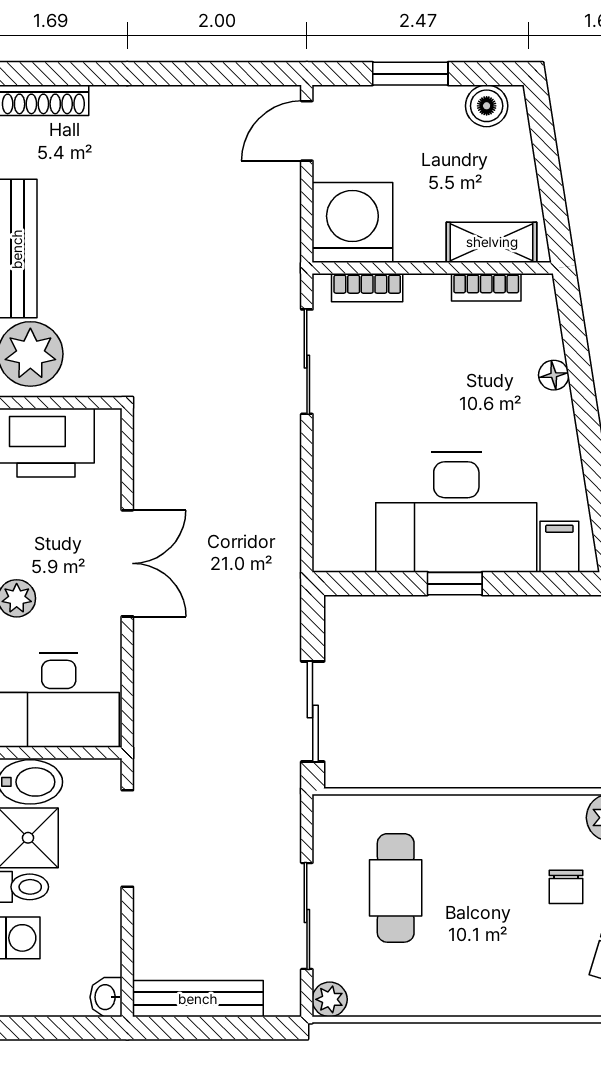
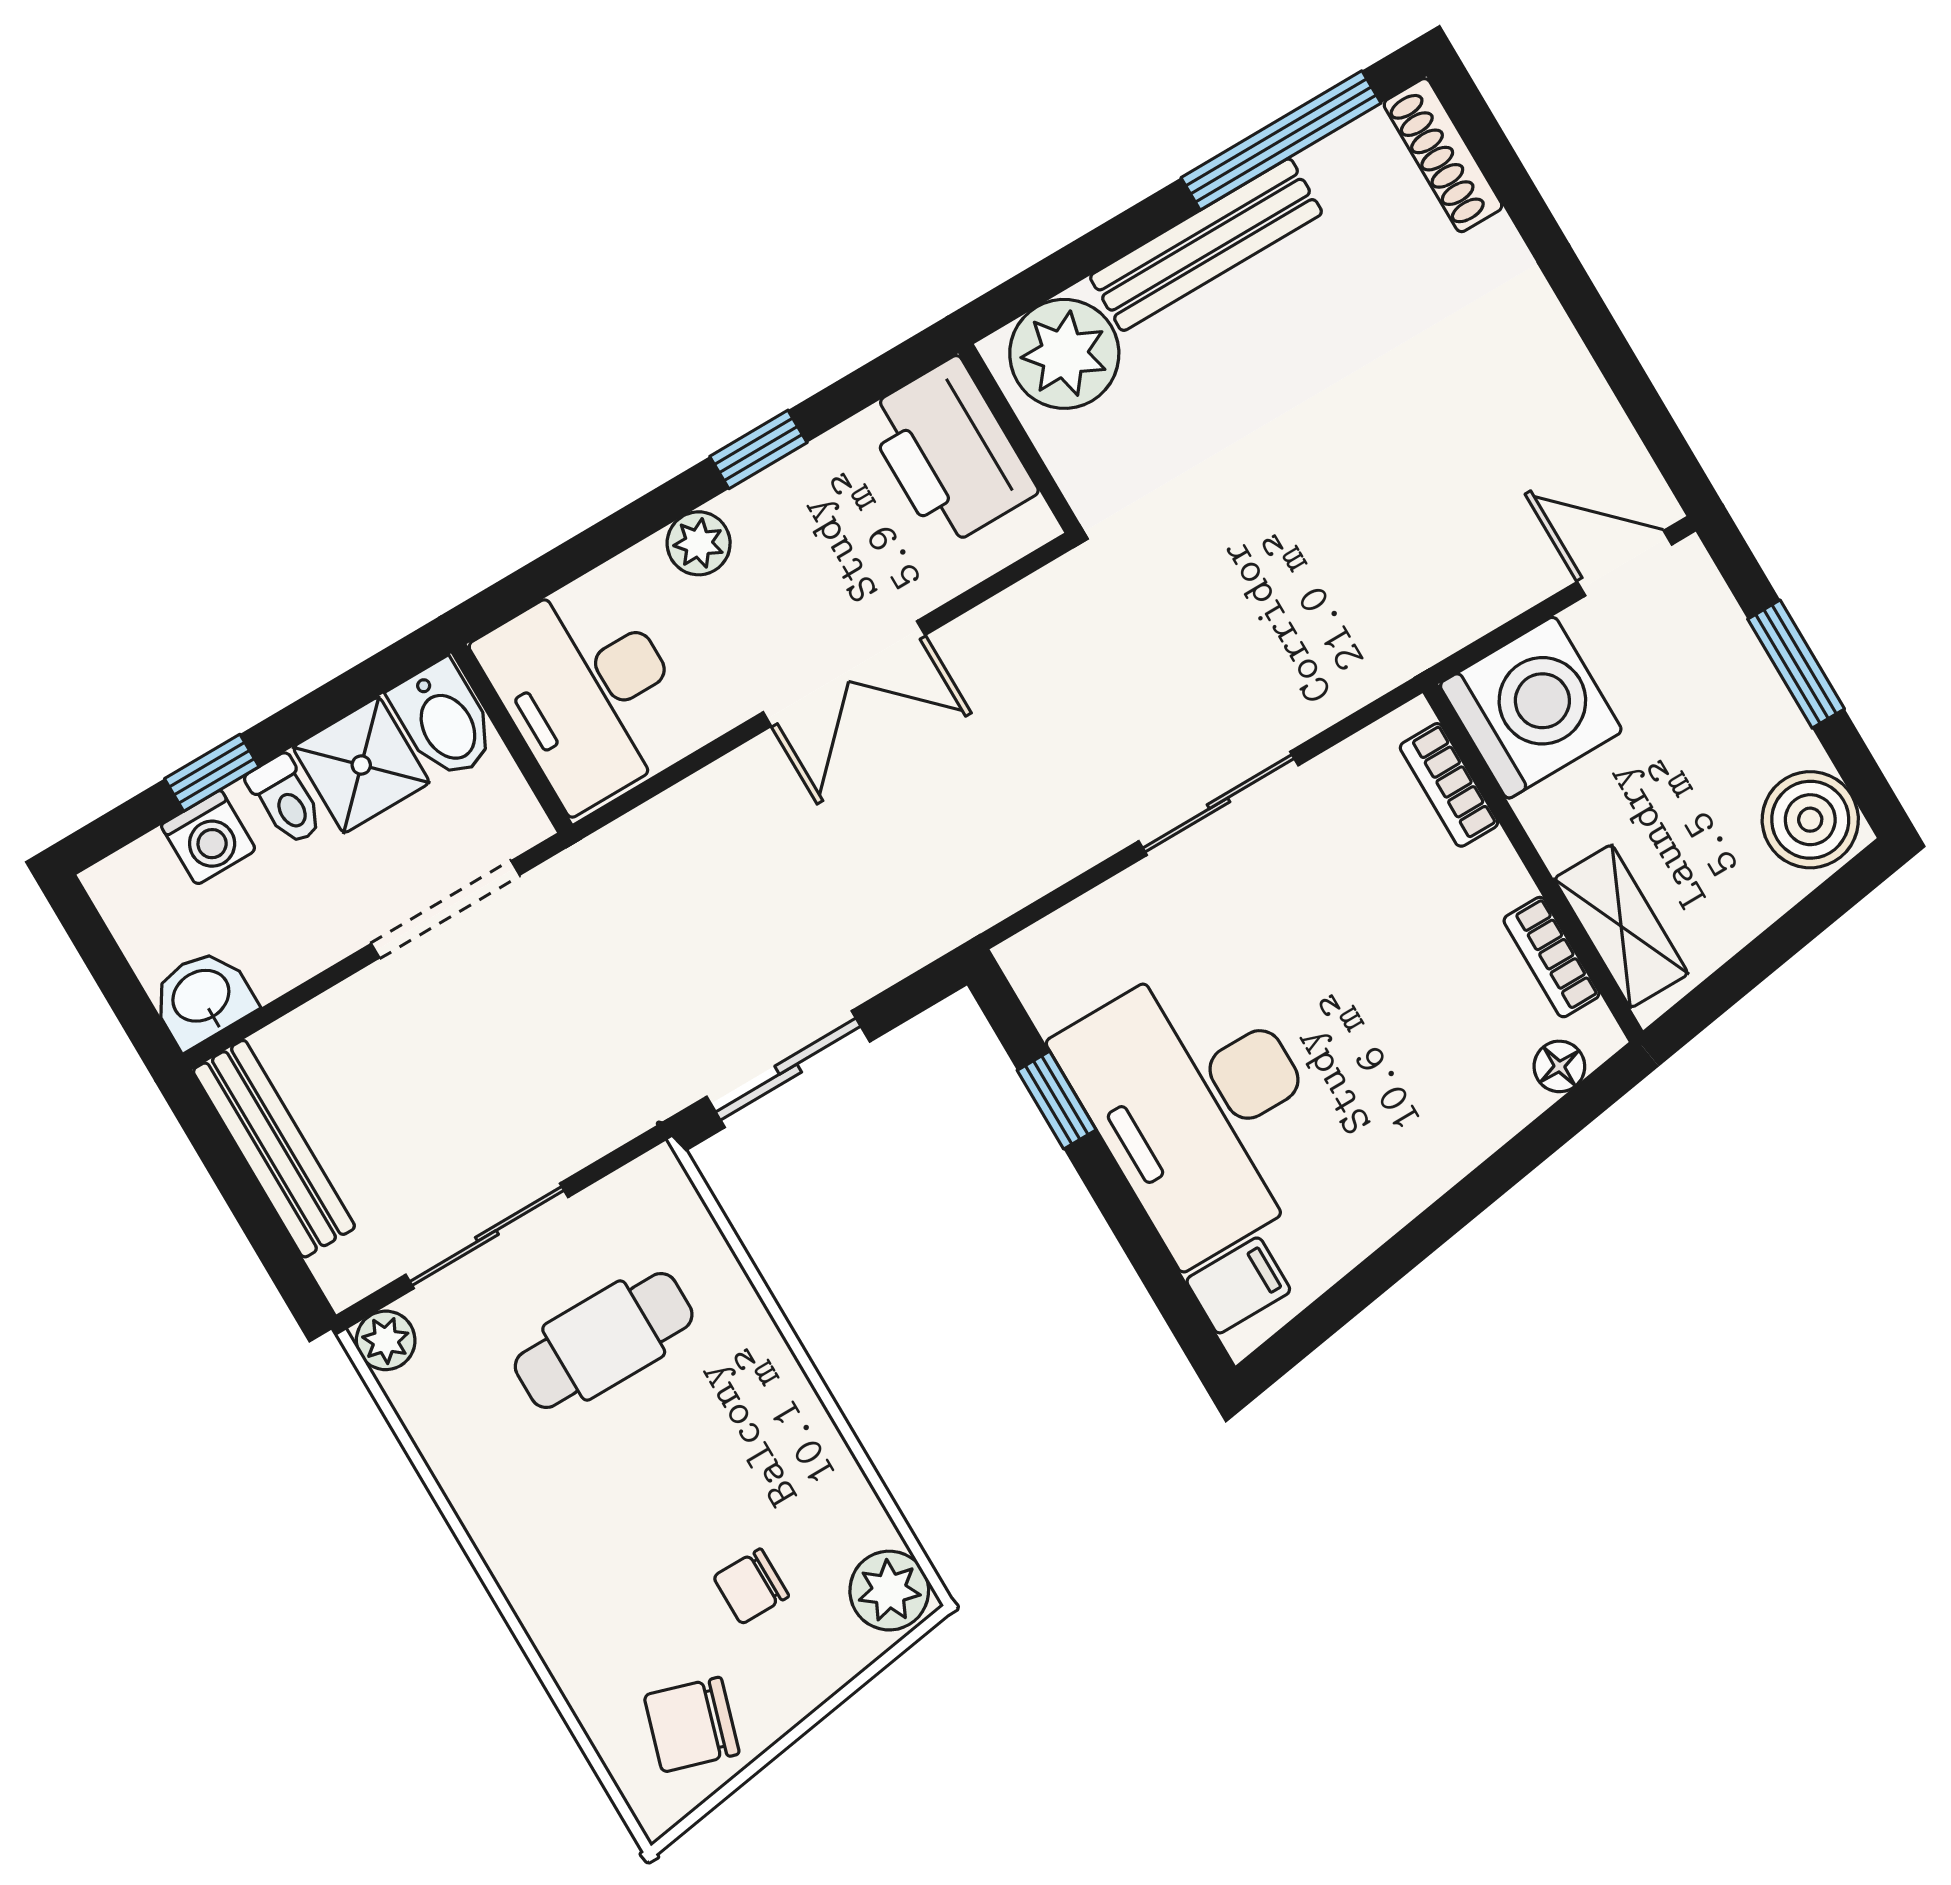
boiler: (487, 106) -> (1810, 820), width x1.36, depth x1.36
sliding door: (307, 362) -> (1219, 803), moved
floor lamp: (554, 375) -> (1559, 1066), moved
window: (455, 584) -> (1057, 1100), moved
washbasin: (106, 997) -> (202, 998), width x1.38, depth x1.45

